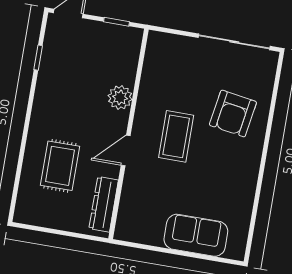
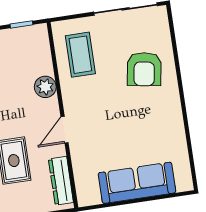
coffee table: (176, 136) -> (80, 55), moved
sofa: (196, 235) -> (137, 183), width x1.36

